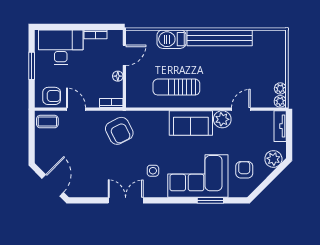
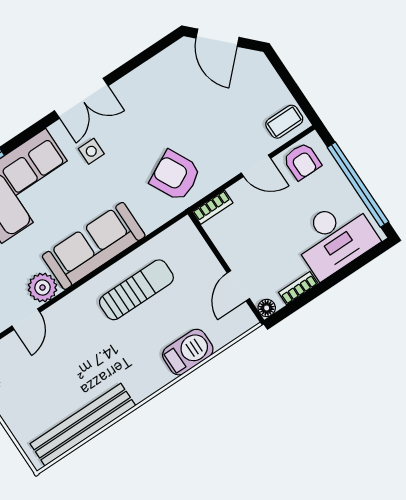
bench: (220, 38) -> (83, 425), moved
window: (32, 66) -> (358, 185), width x2.11
floor lamp: (118, 76) -> (267, 308), moved
armchair: (52, 96) -> (302, 161), turned -90
sofa: (191, 123) -> (94, 246), width x1.36
double door: (126, 200) -> (81, 98), moved

